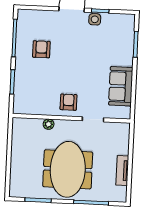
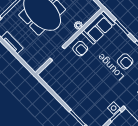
sofa: (121, 86) -> (98, 28), moved, turned 90

